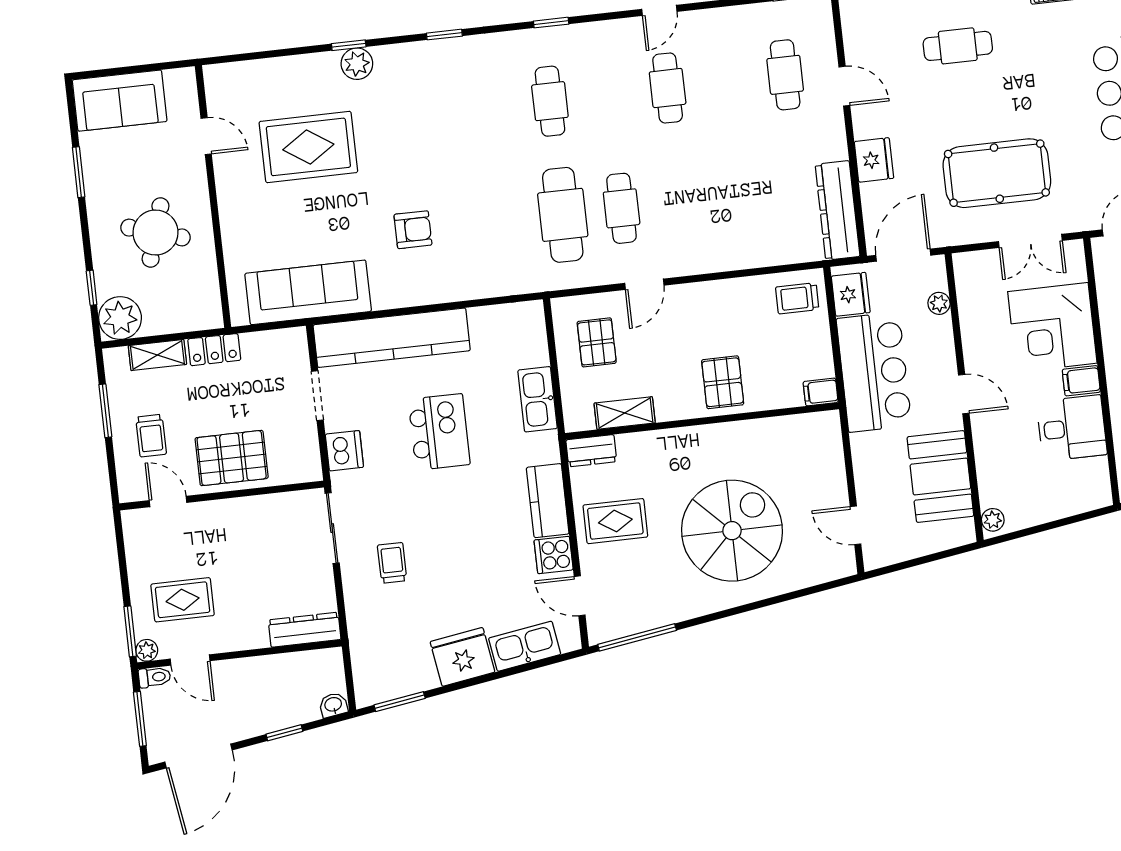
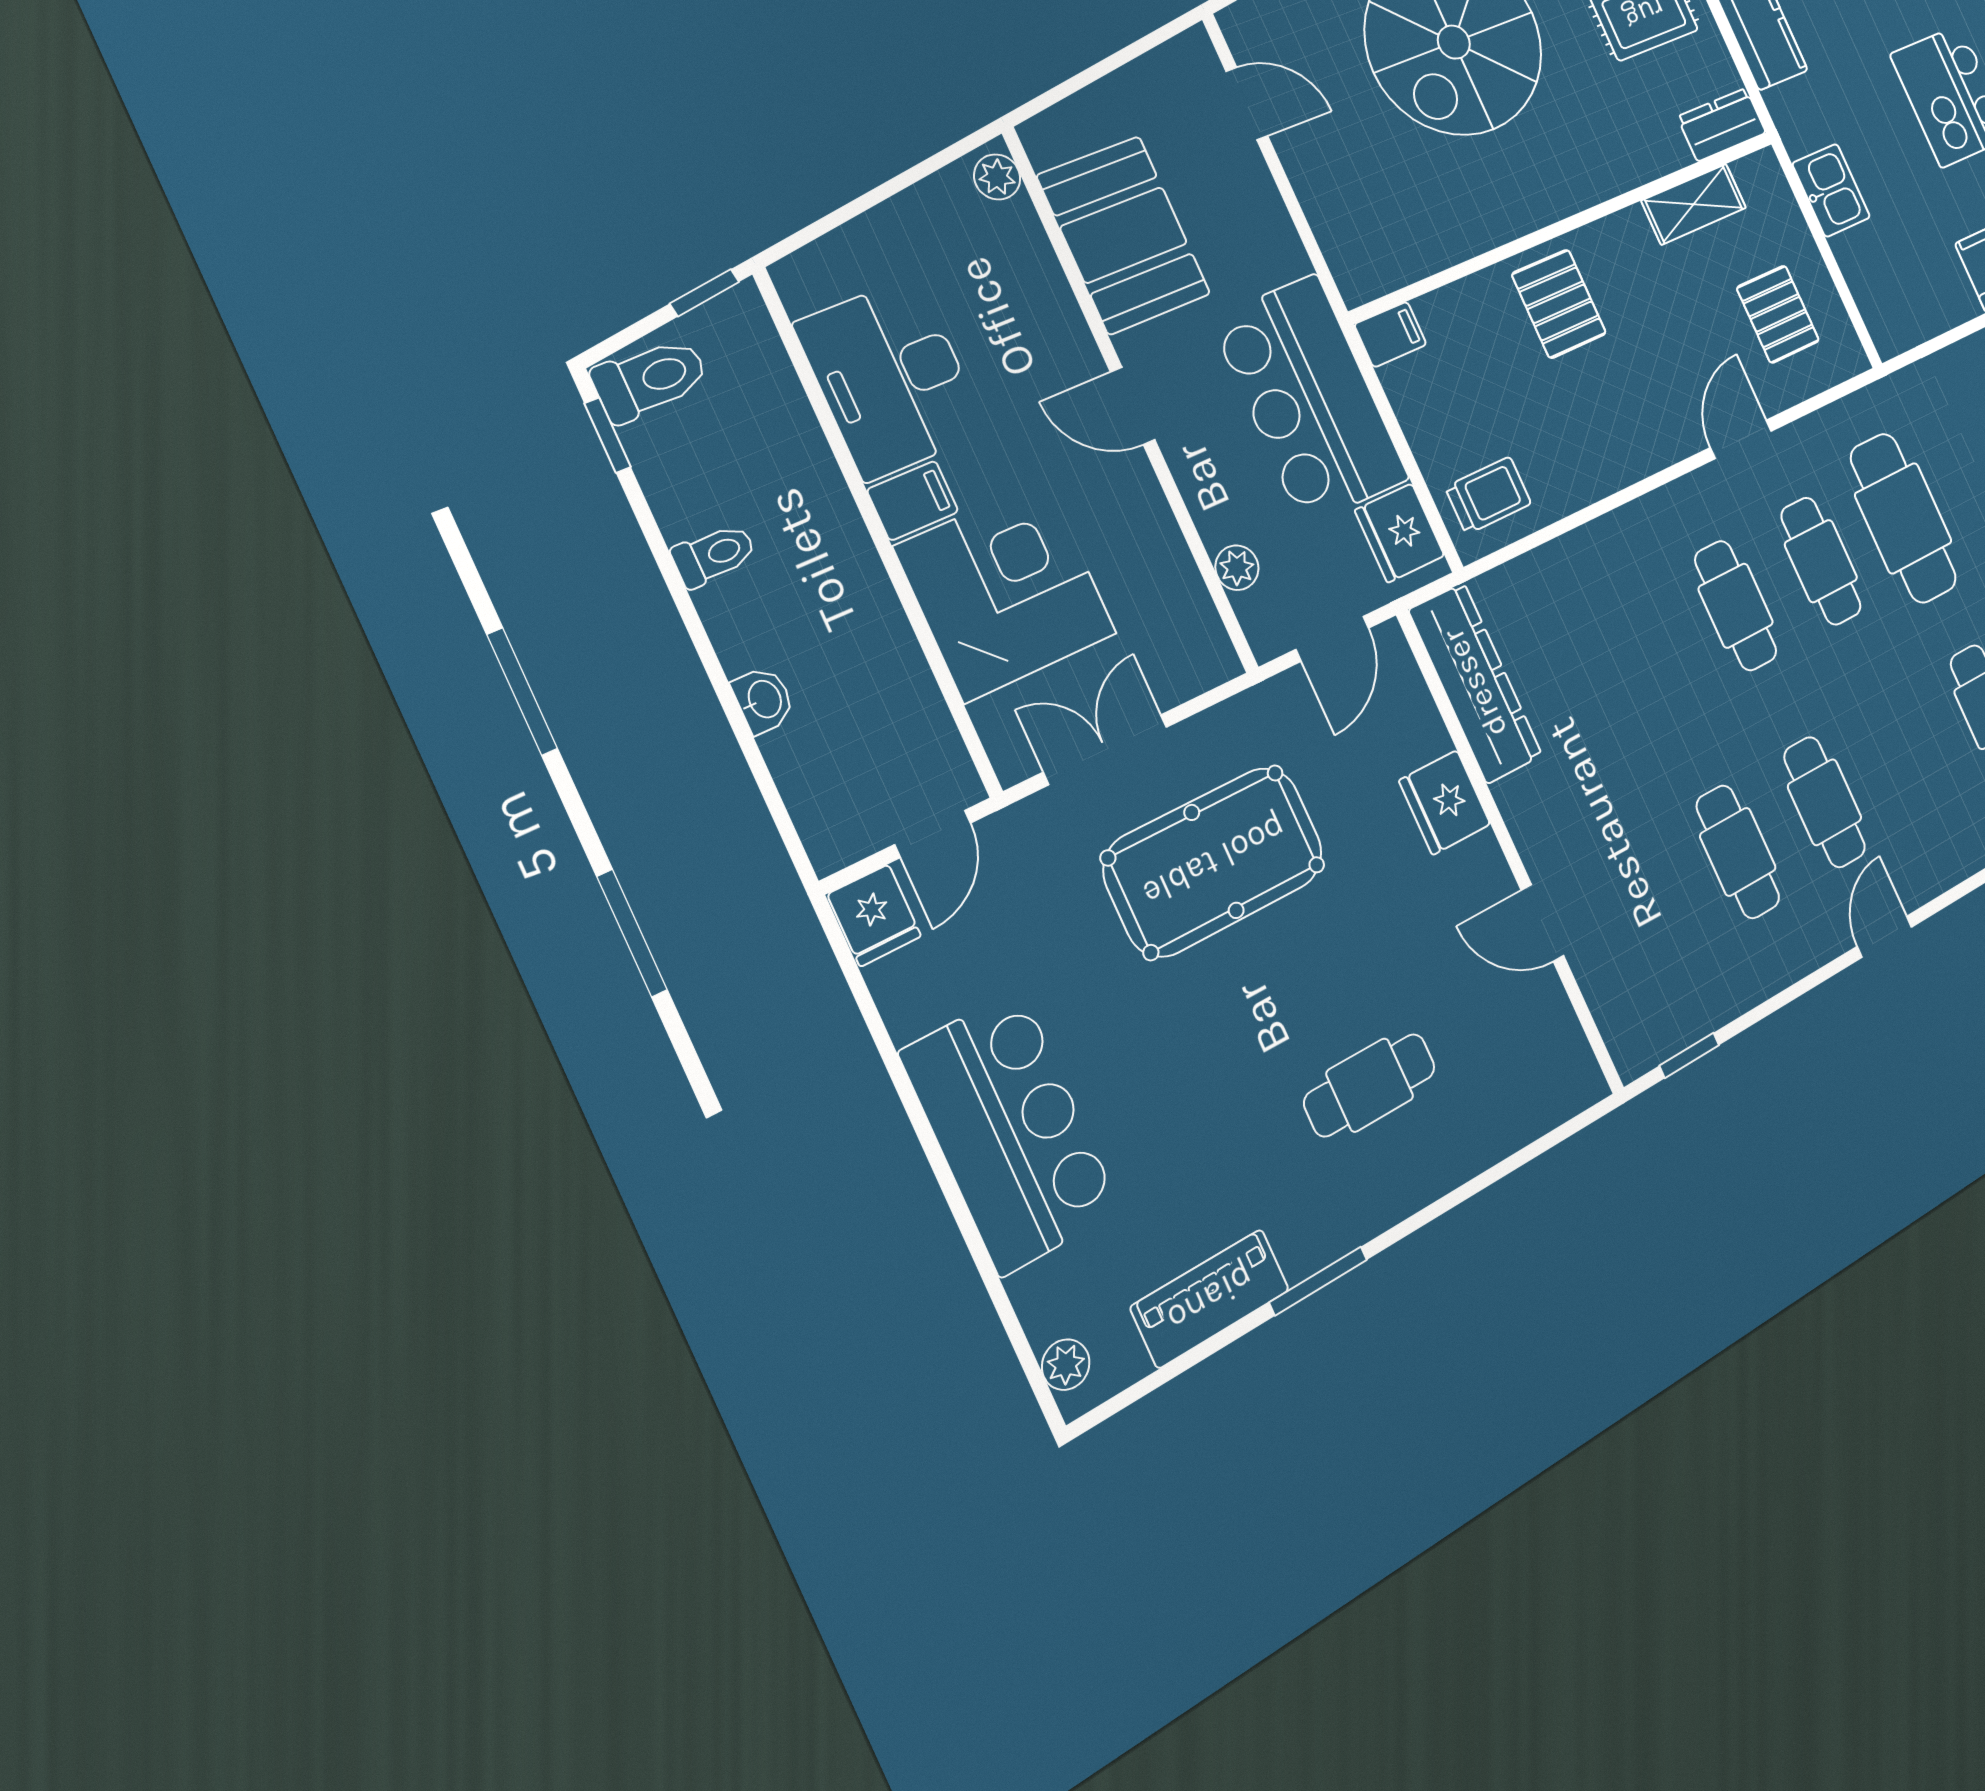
cafe table: (785, 75) -> (1738, 852), moved
cafe table: (680, 202) -> (1736, 606), added
door: (903, 255) -> (1332, 639), width x0.73
kitchen sink: (538, 399) -> (1831, 190), width x0.73
desk: (1072, 428) -> (891, 378), width x1.37

